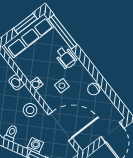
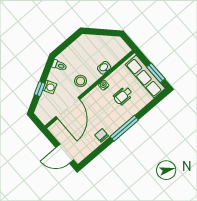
window: (63, 32) -> (124, 128), moved
wheelchair: (66, 58) -> (123, 96), moved
side table: (62, 86) -> (103, 108), removed

